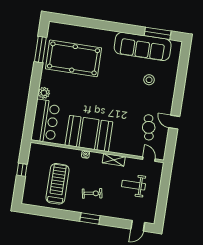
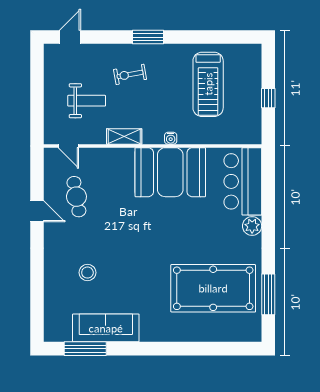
sofa: (143, 46) -> (106, 328), width x0.74, depth x0.79
exercise bike: (92, 193) -> (130, 74), moved

